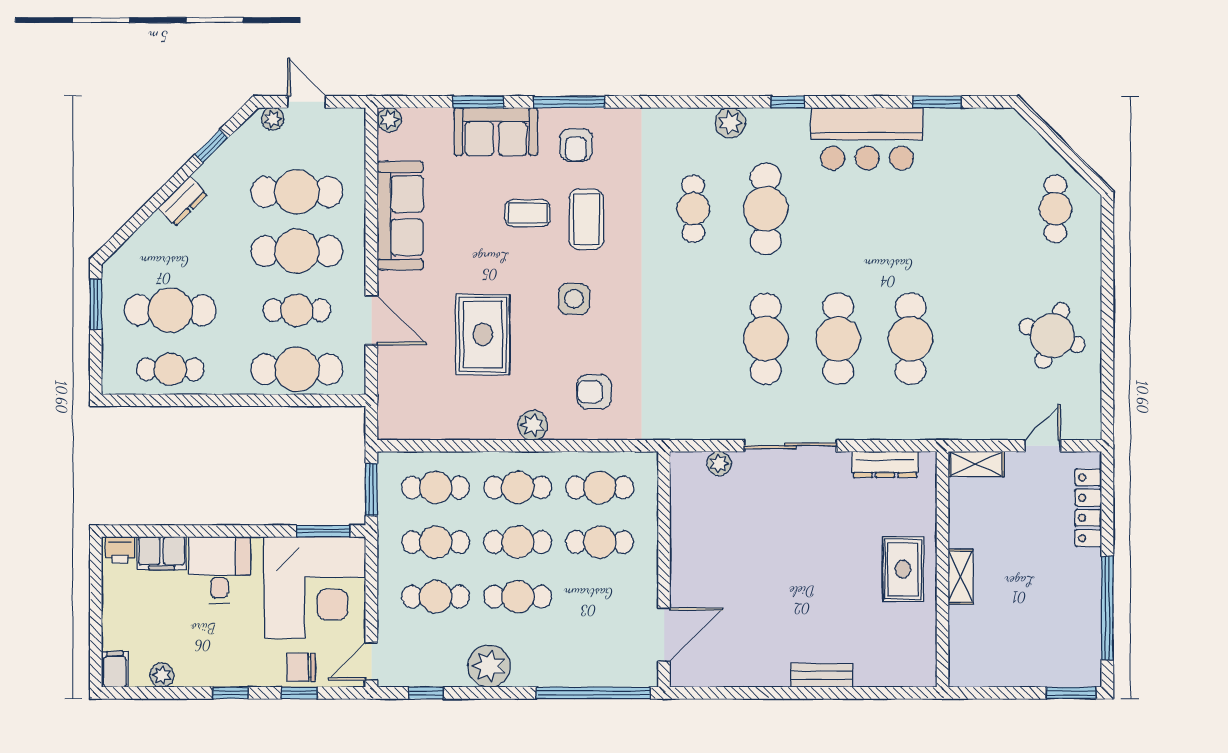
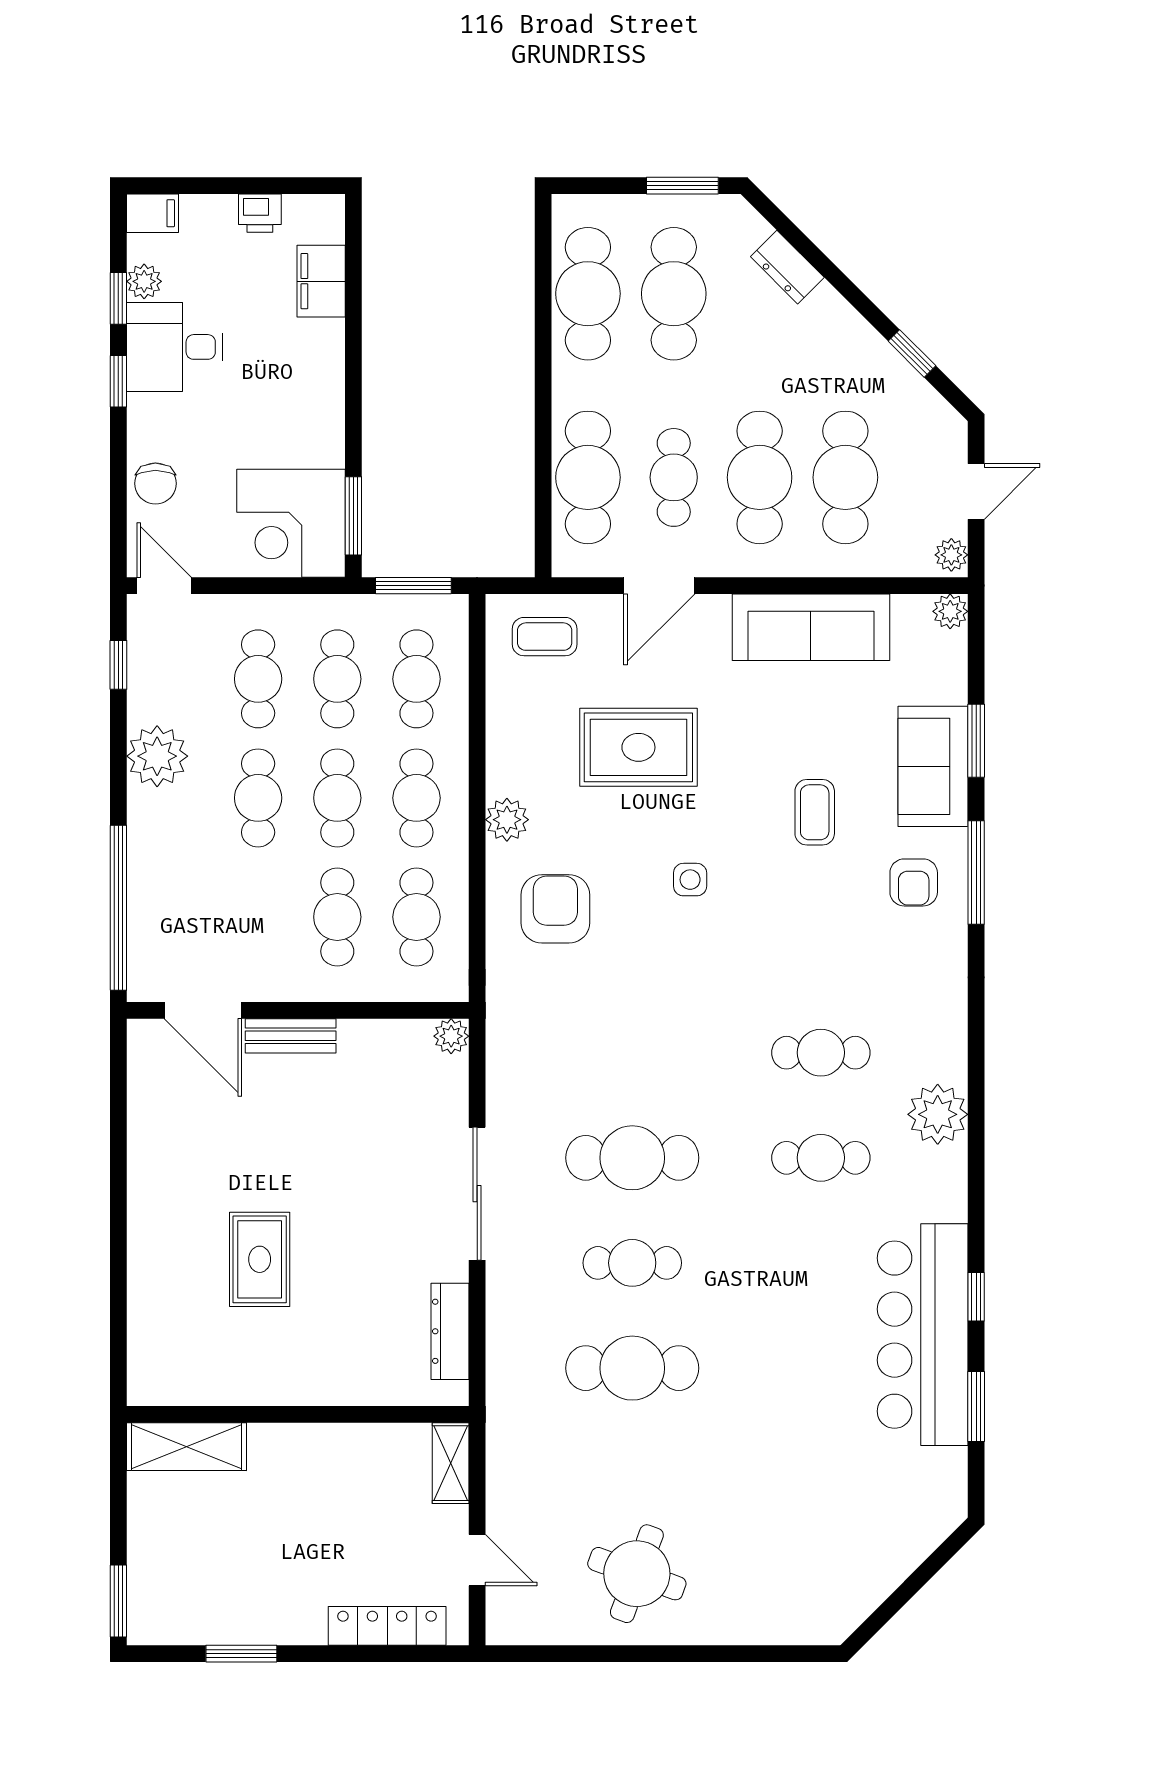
window: (788, 102) -> (976, 1297), moved
plant: (273, 119) -> (951, 555), moved
plant: (730, 123) -> (938, 1114), width x1.36, depth x1.36
bar counter: (867, 139) -> (923, 1335), width x1.36
armchair: (576, 145) -> (914, 882), turned -90
dresser: (183, 201) -> (787, 267), moved
cafe table: (766, 209) -> (821, 1158), width x0.73, depth x0.74
cafe table: (1055, 209) -> (821, 1578), removed
coffee table: (587, 219) -> (545, 637), moved, width x0.73, depth x0.77
side table: (574, 299) -> (690, 880), width x0.73, depth x0.73
cafe table: (838, 339) -> (632, 1263), width x0.73, depth x0.74
cafe table: (170, 369) -> (588, 294), width x1.37, depth x1.35
armchair: (594, 392) -> (555, 909), width x1.38, depth x1.38
plant: (719, 464) -> (451, 1036), moved
printer: (120, 550) -> (260, 213), moved, turned -90
rug: (903, 569) -> (260, 1259), moved, turned 90
desk: (219, 570) -> (175, 347), moved, turned 180
shelving: (961, 577) -> (186, 1447), moved, width x1.50, depth x1.33
corner desk: (315, 587) -> (291, 523), width x0.74, depth x0.74
window: (1107, 608) -> (241, 1654), width x0.47
chair: (301, 667) -> (155, 483), turned 180
bench: (821, 675) -> (291, 1036), moved, turned 90
window: (299, 693) -> (118, 298), moved

